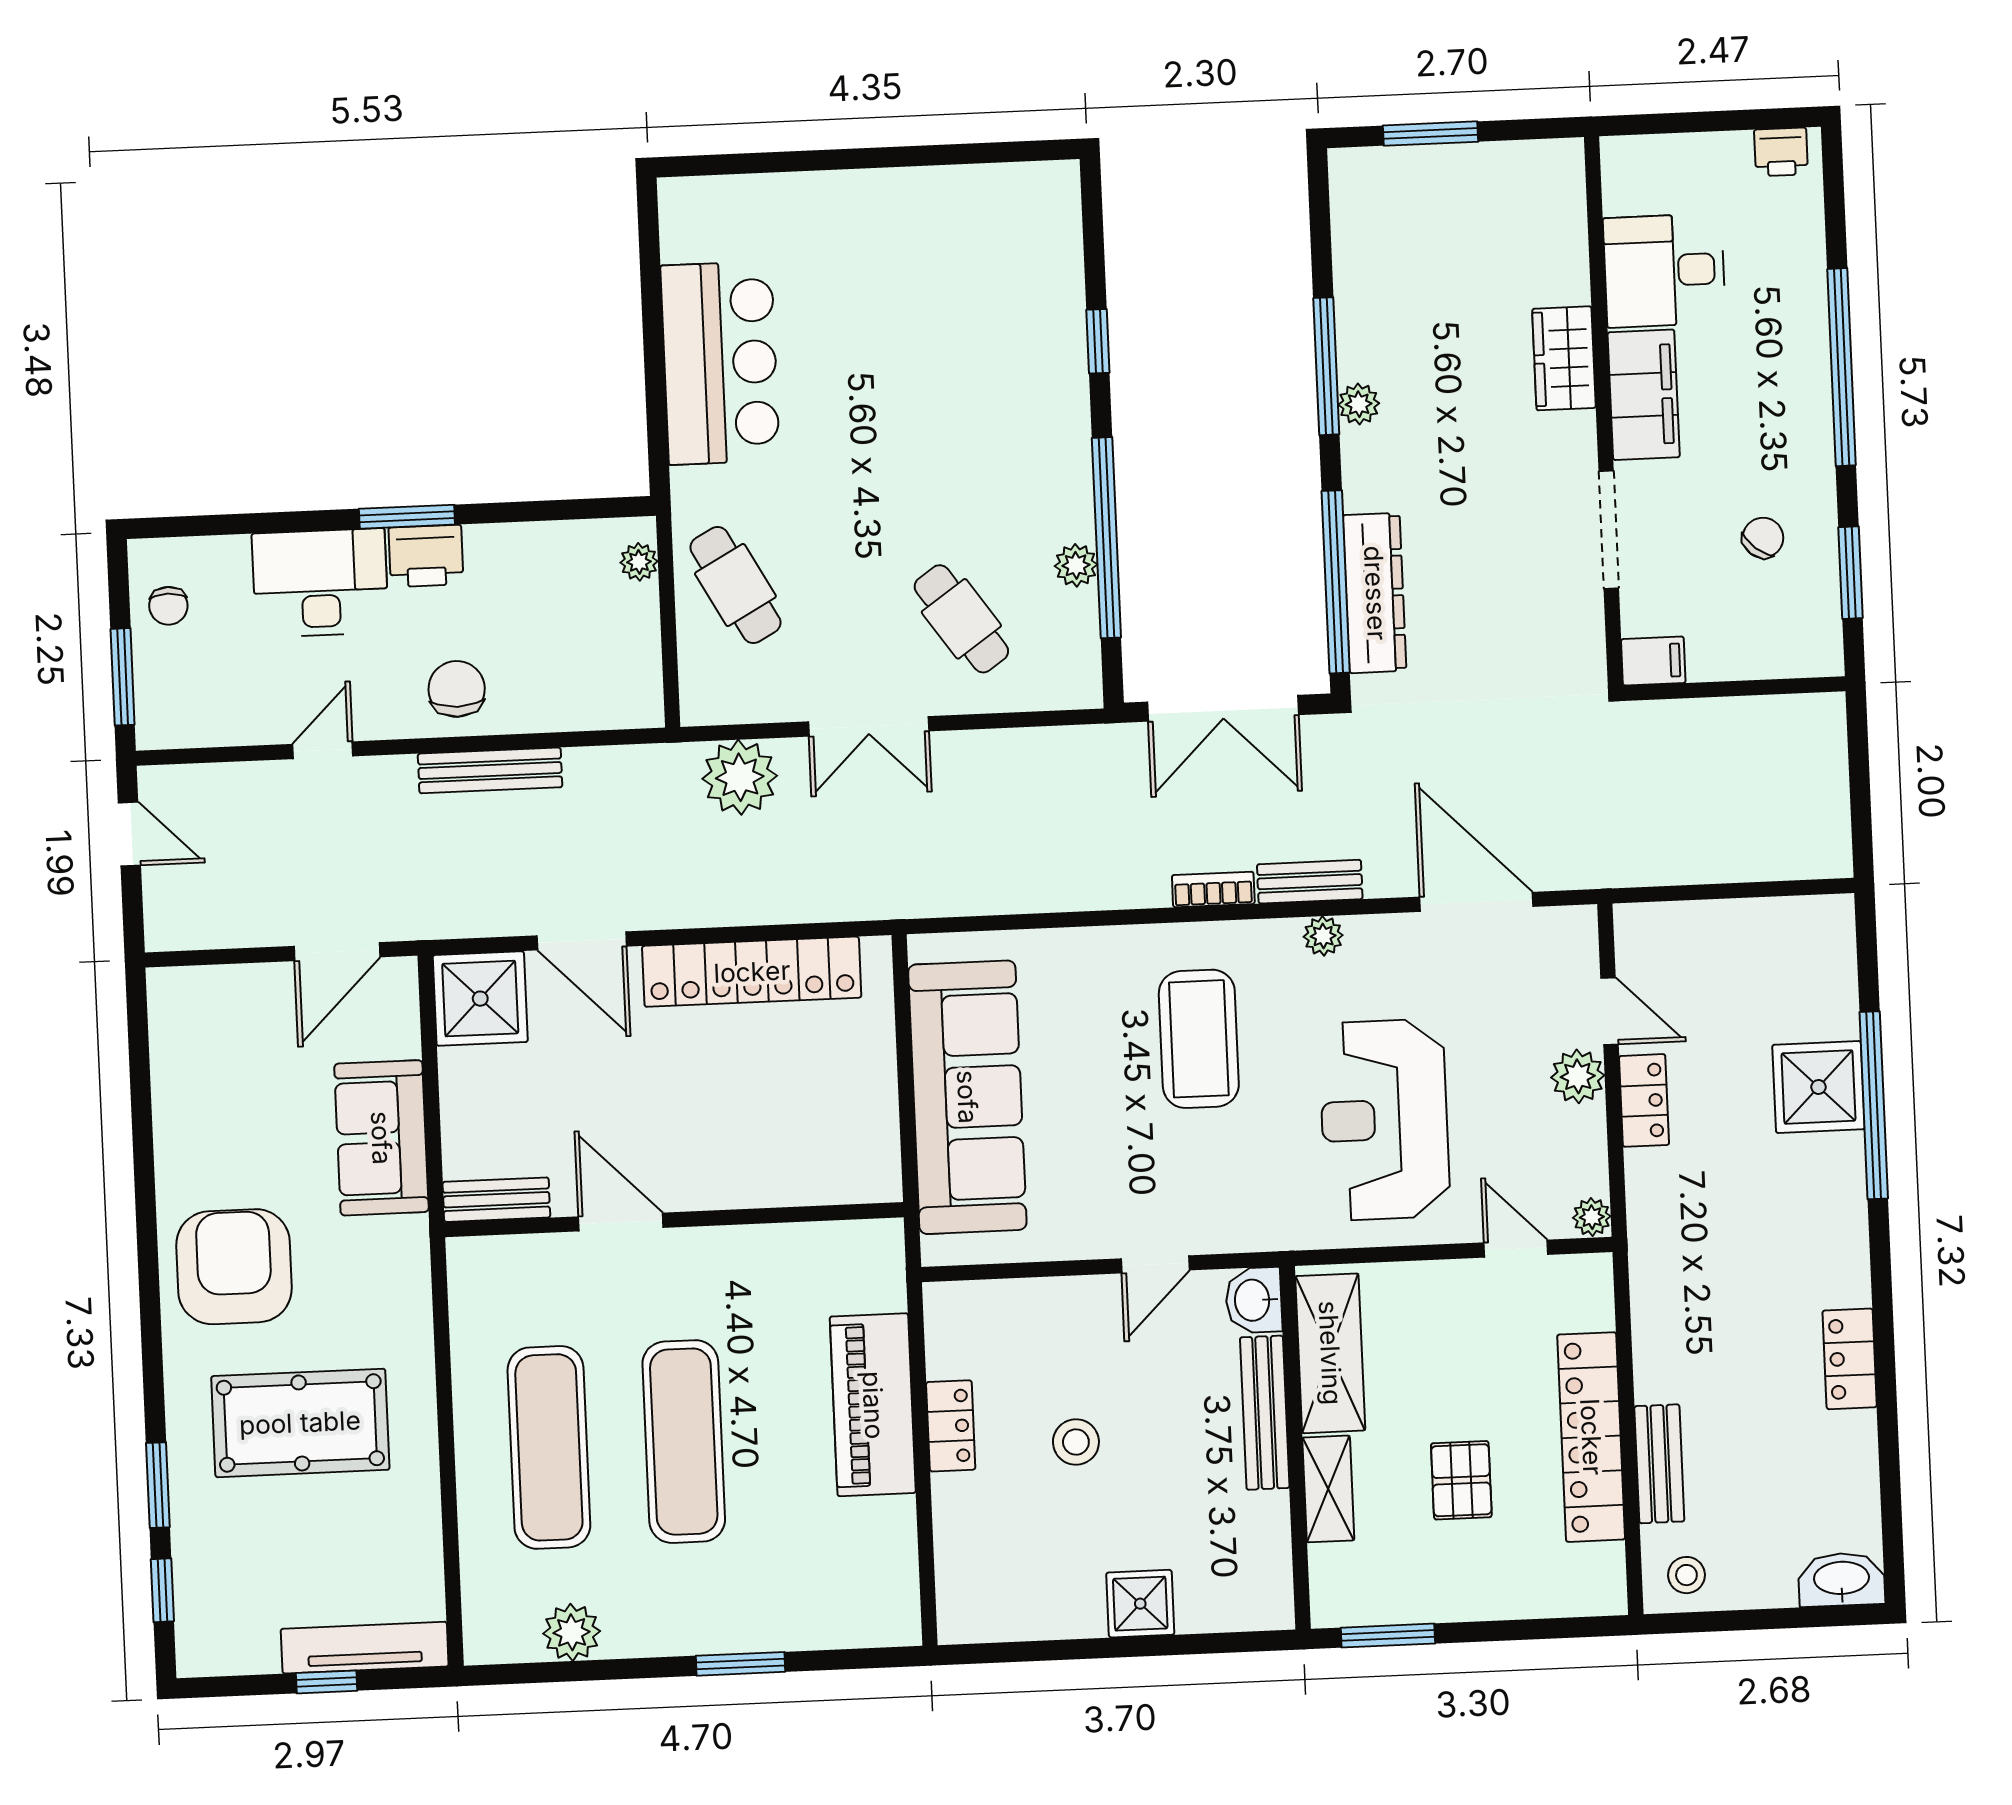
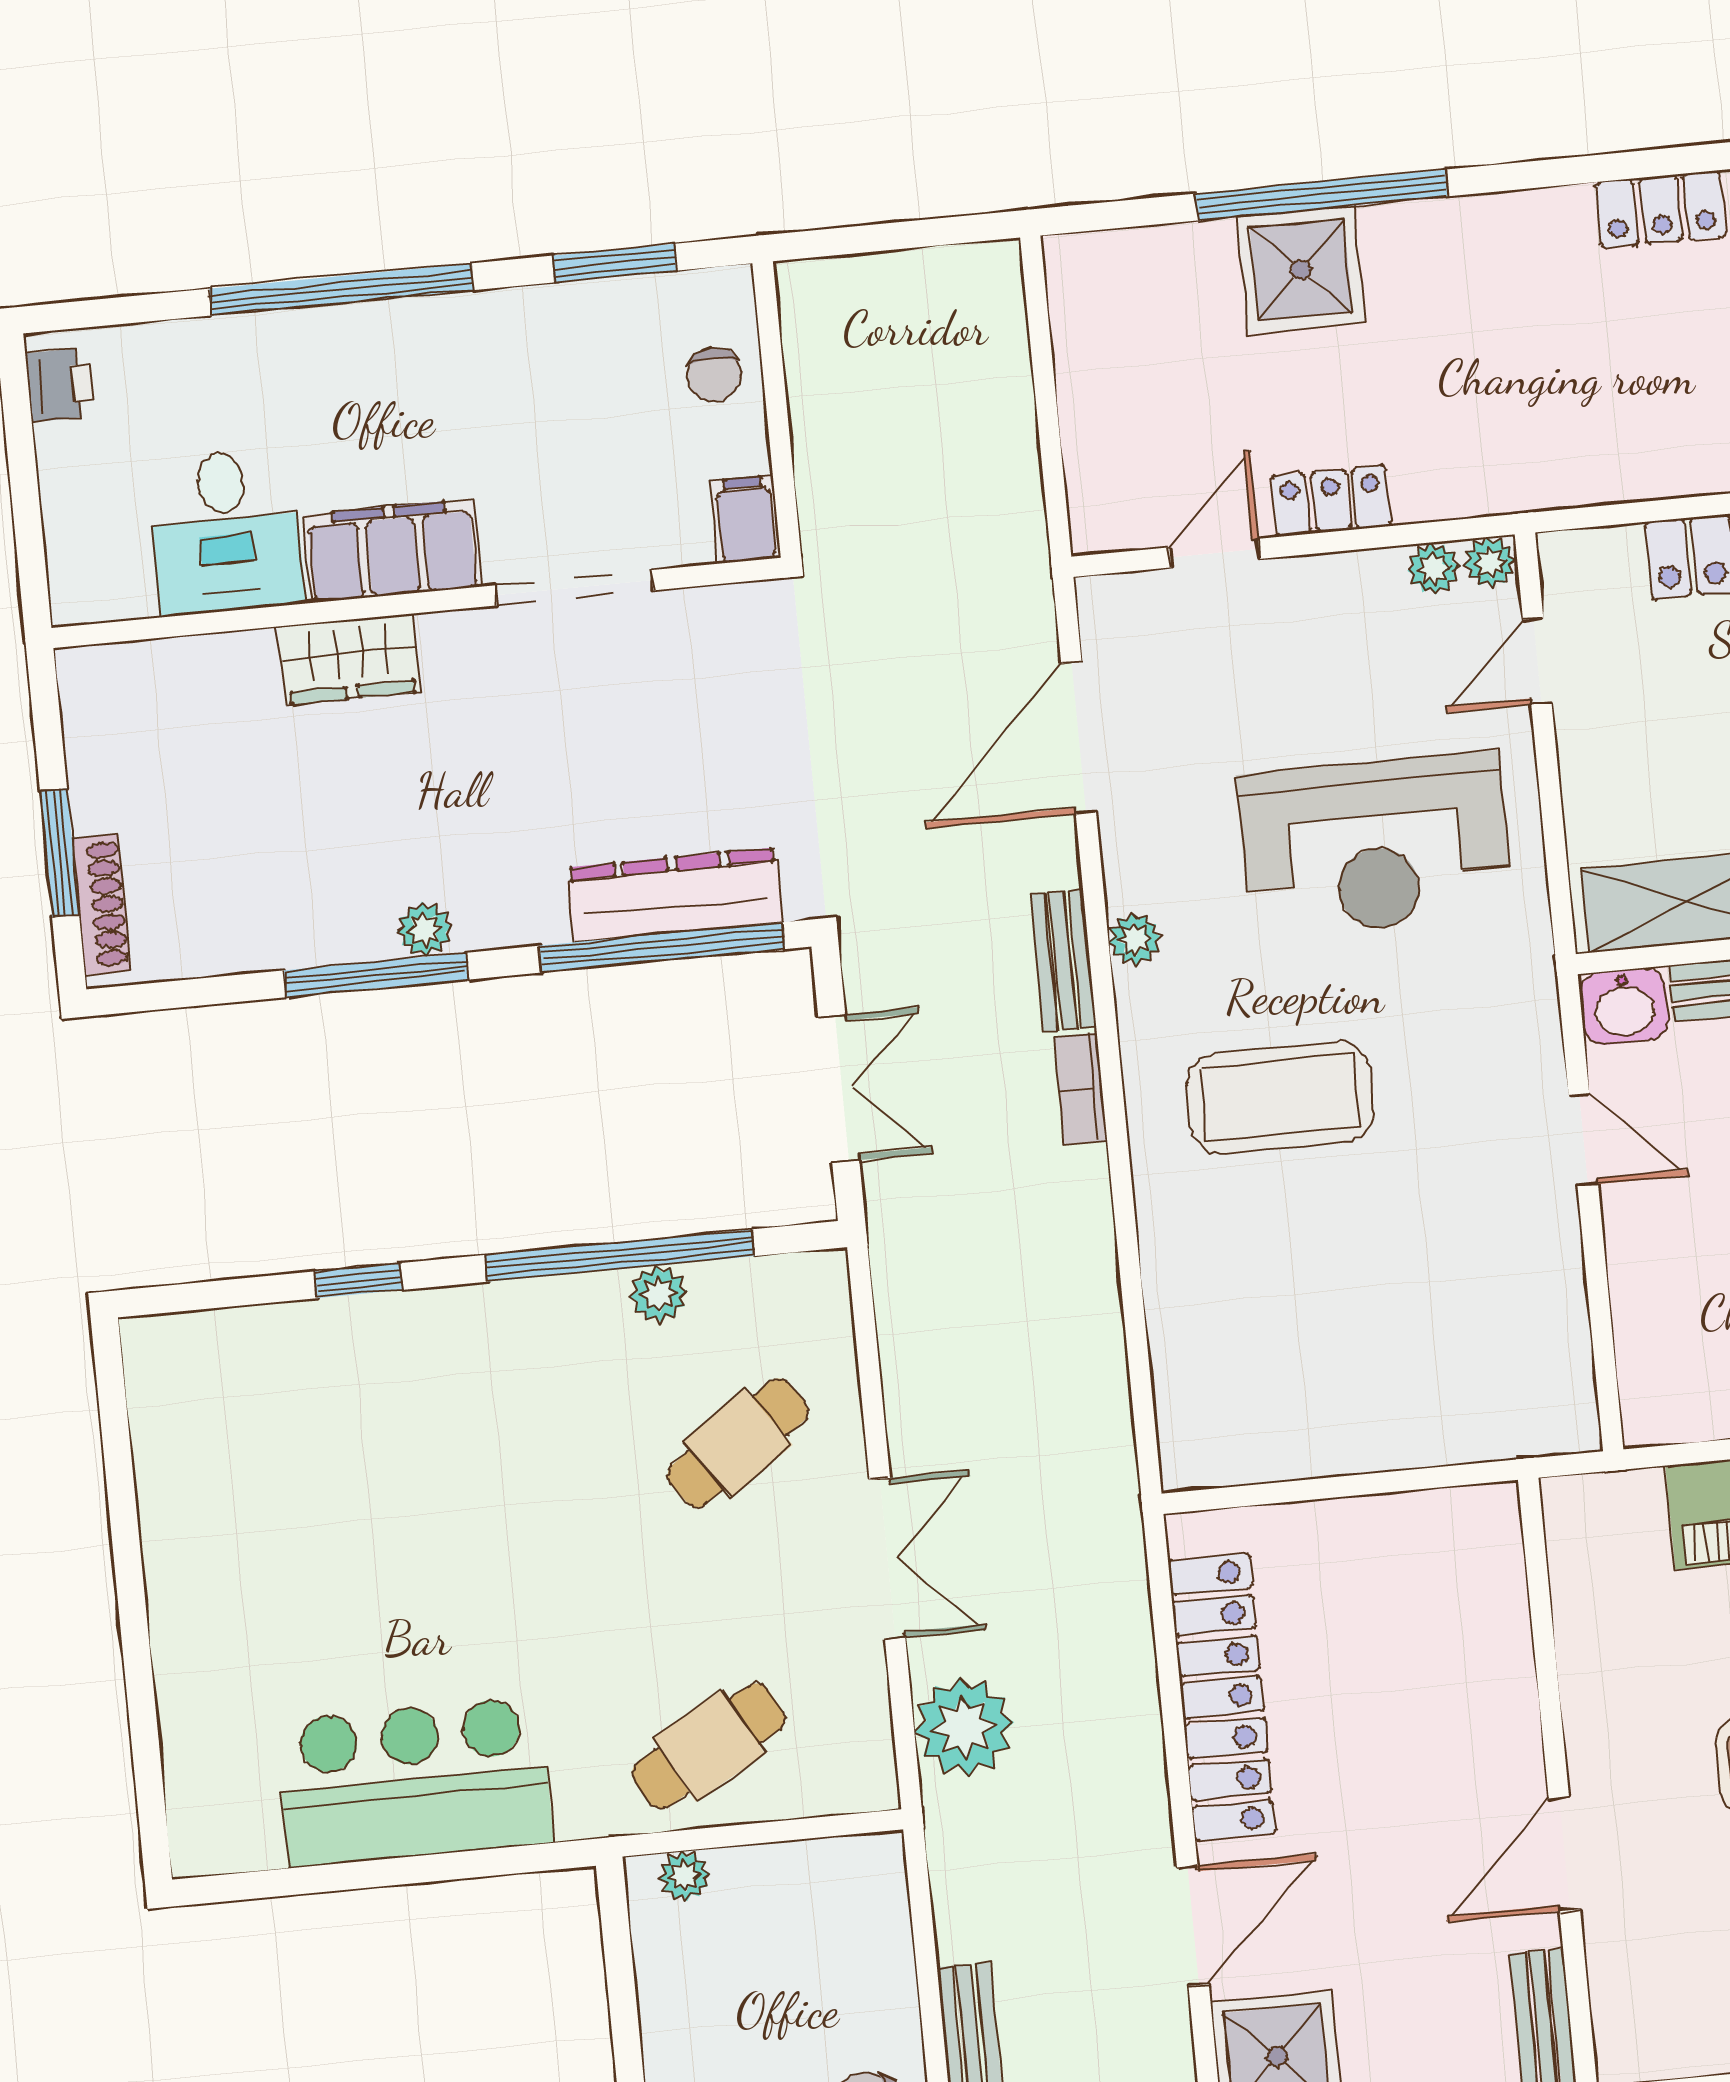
shoe rack: (1390, 163) -> (101, 904), added
chair: (1763, 538) -> (714, 375), moved, turned -129
double door: (1223, 708) -> (839, 1089), width x0.73
plant: (1578, 1076) -> (1433, 568), moved, width x0.73, depth x0.73
sofa: (967, 1097) -> (1374, 1402), removed

